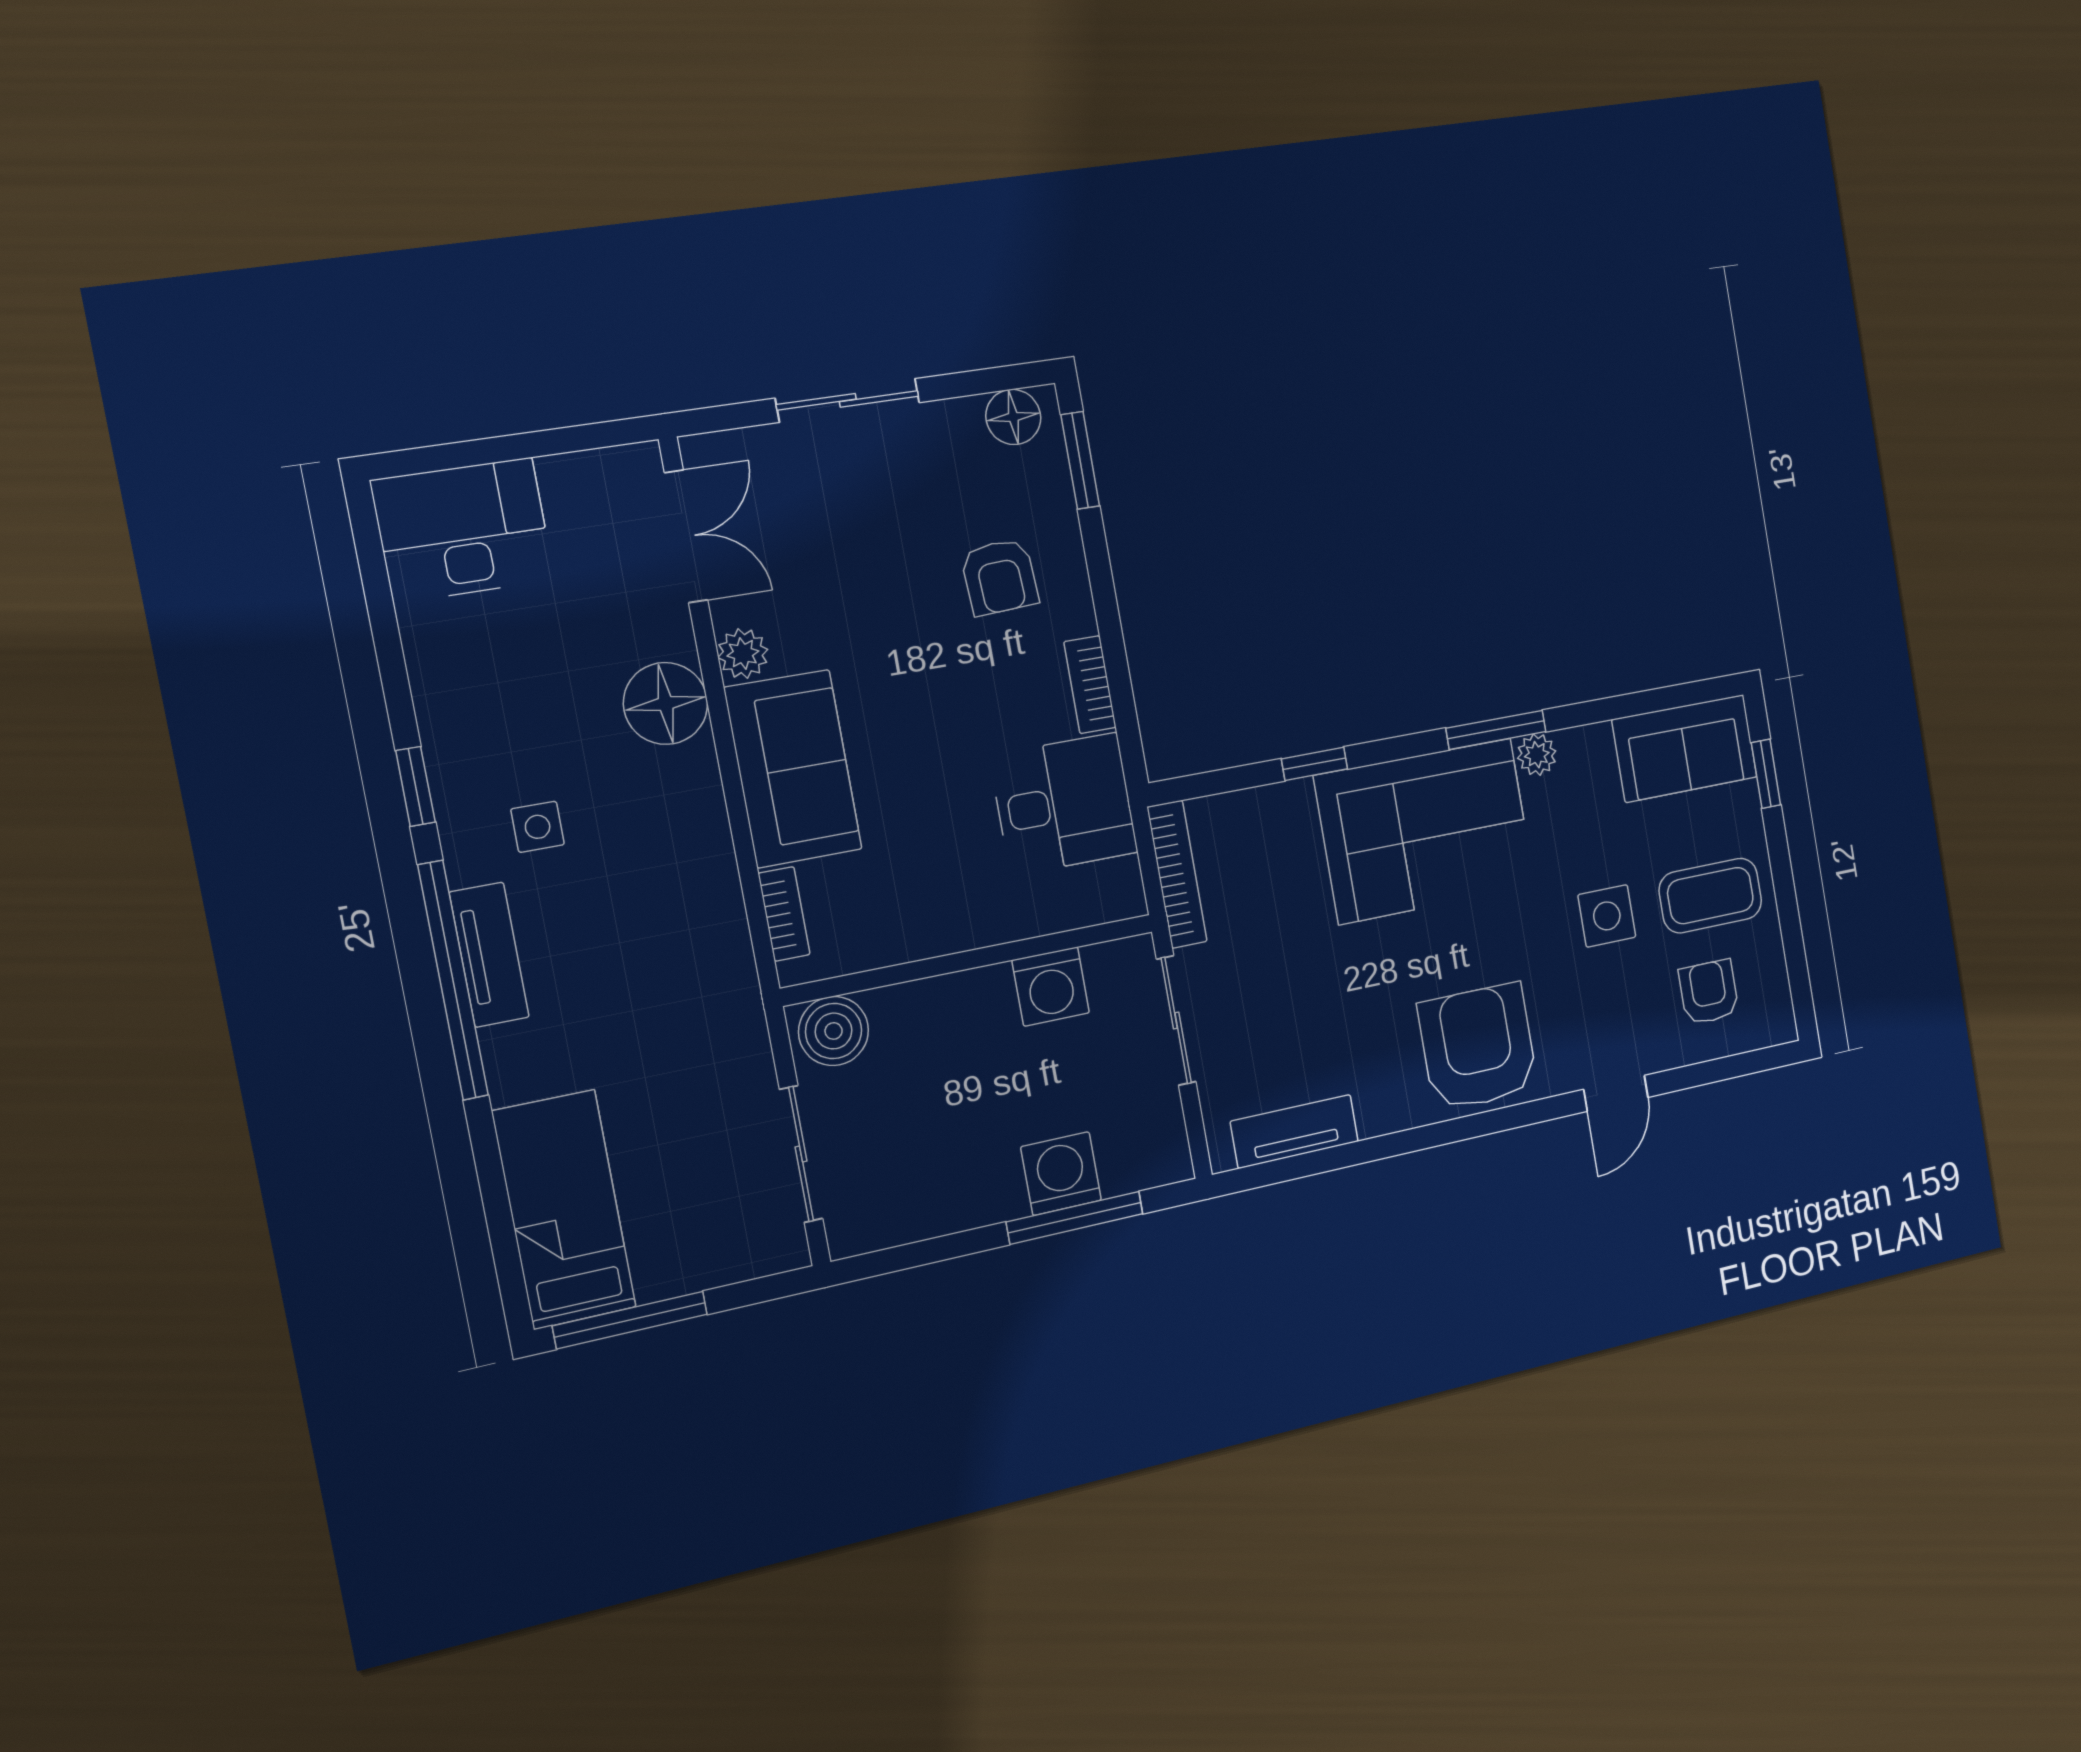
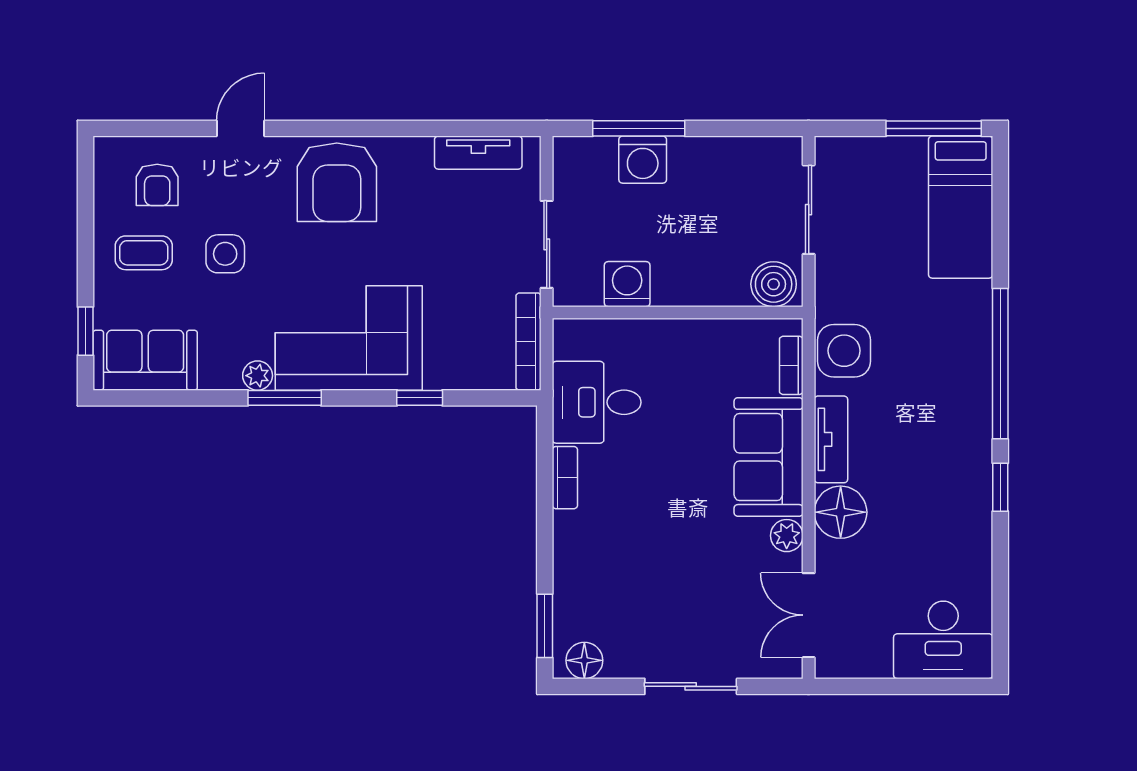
armchair: (1000, 577) -> (612, 558), removed
side table: (538, 827) -> (844, 351), moved, width x1.87, depth x1.87
coffee table: (1710, 896) -> (144, 253), width x0.73, depth x0.77
tv unit: (489, 955) -> (831, 439), moved, turned 180

